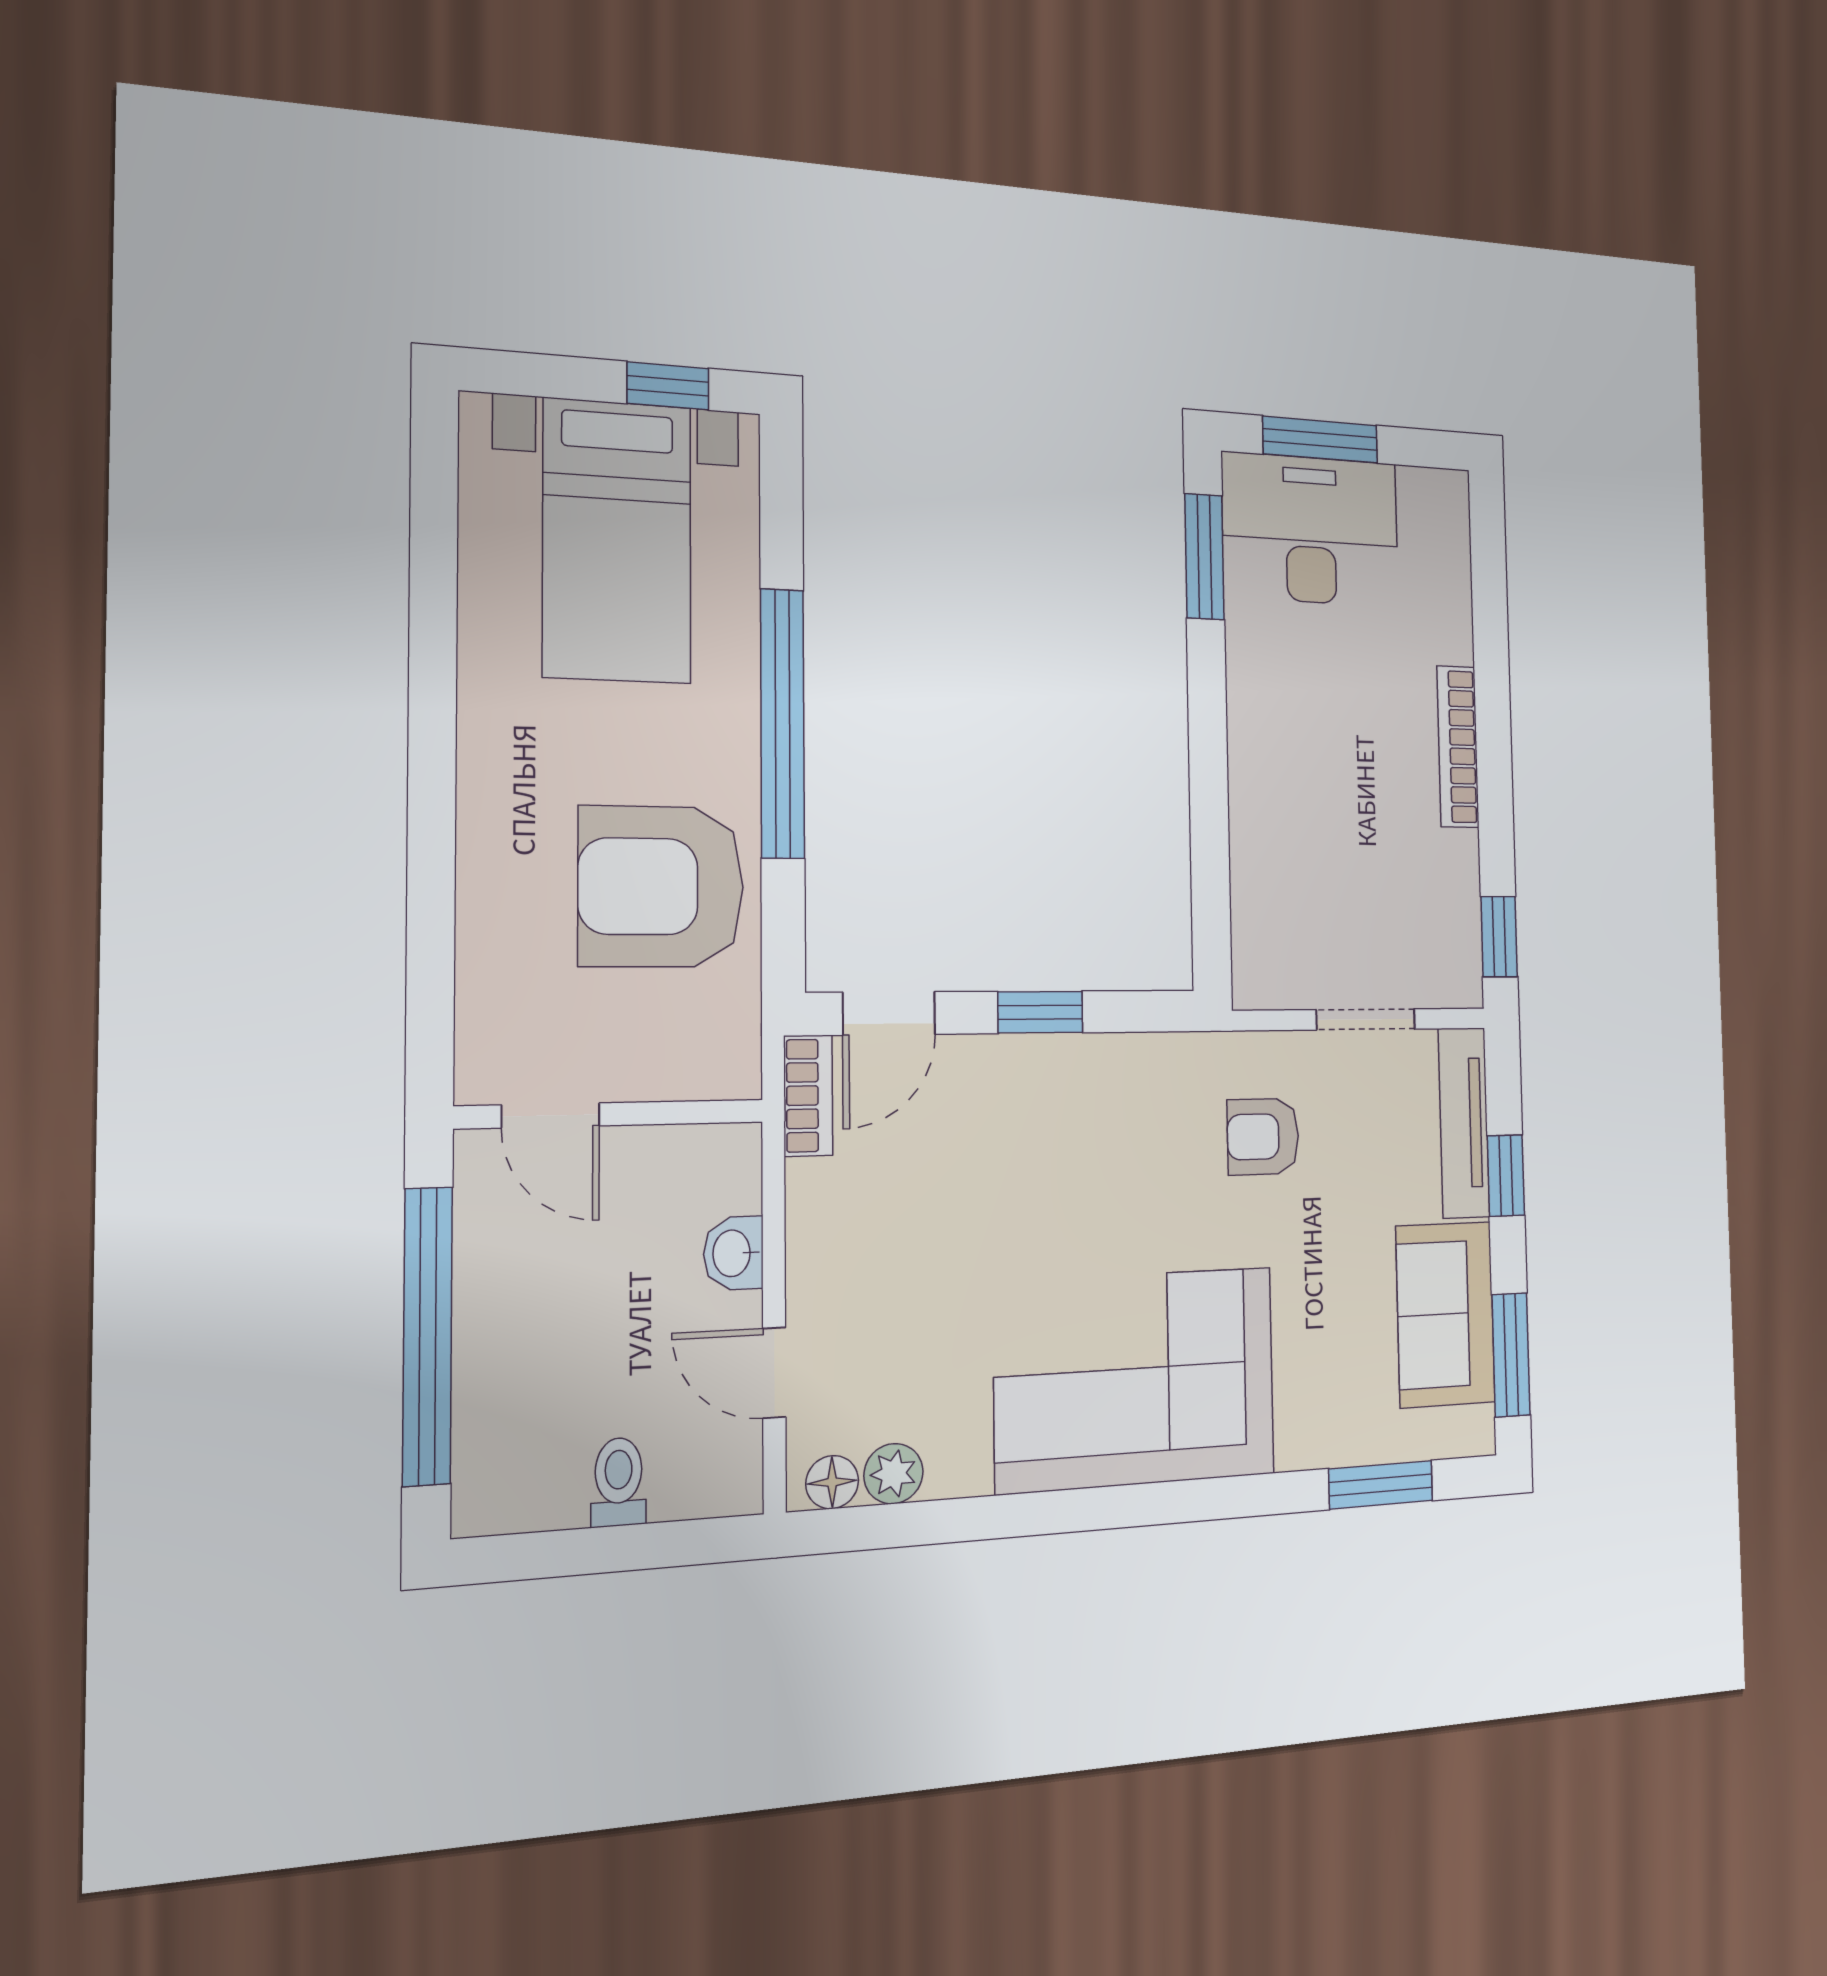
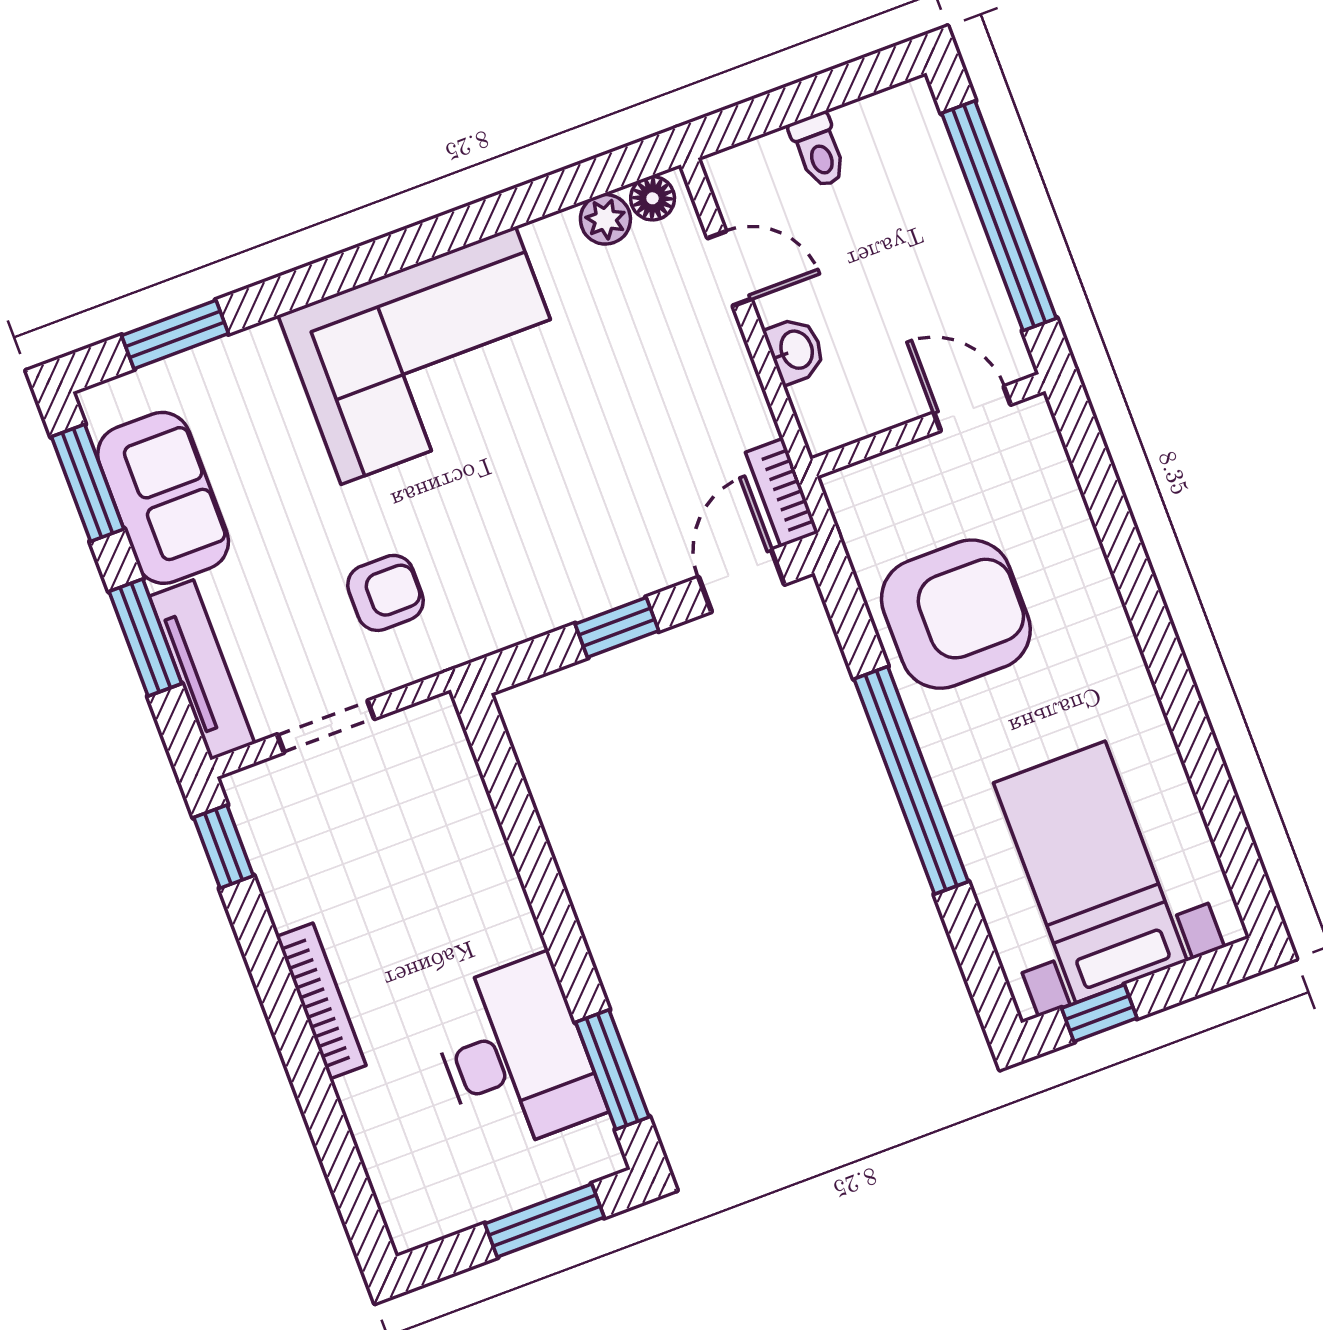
desk: (1311, 530) -> (515, 1055), moved, turned -90
window: (1506, 1176) -> (145, 637), width x1.50

